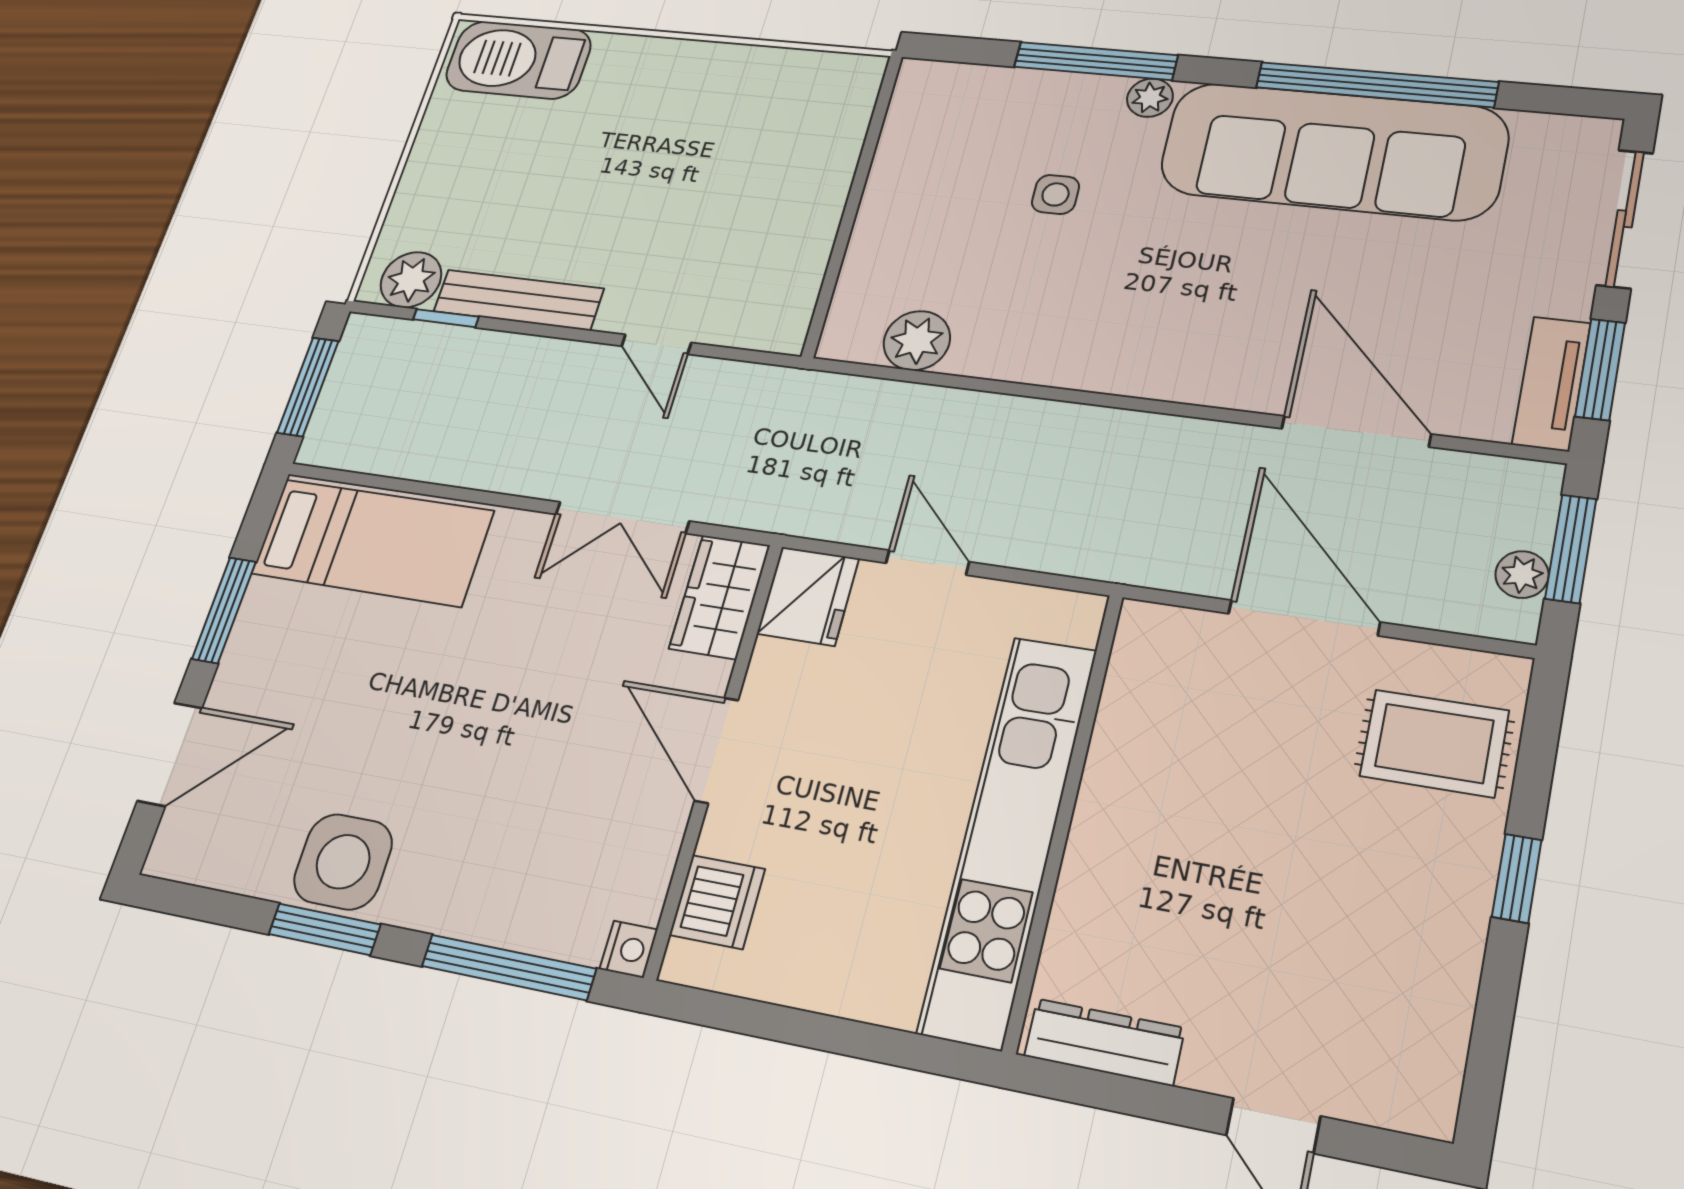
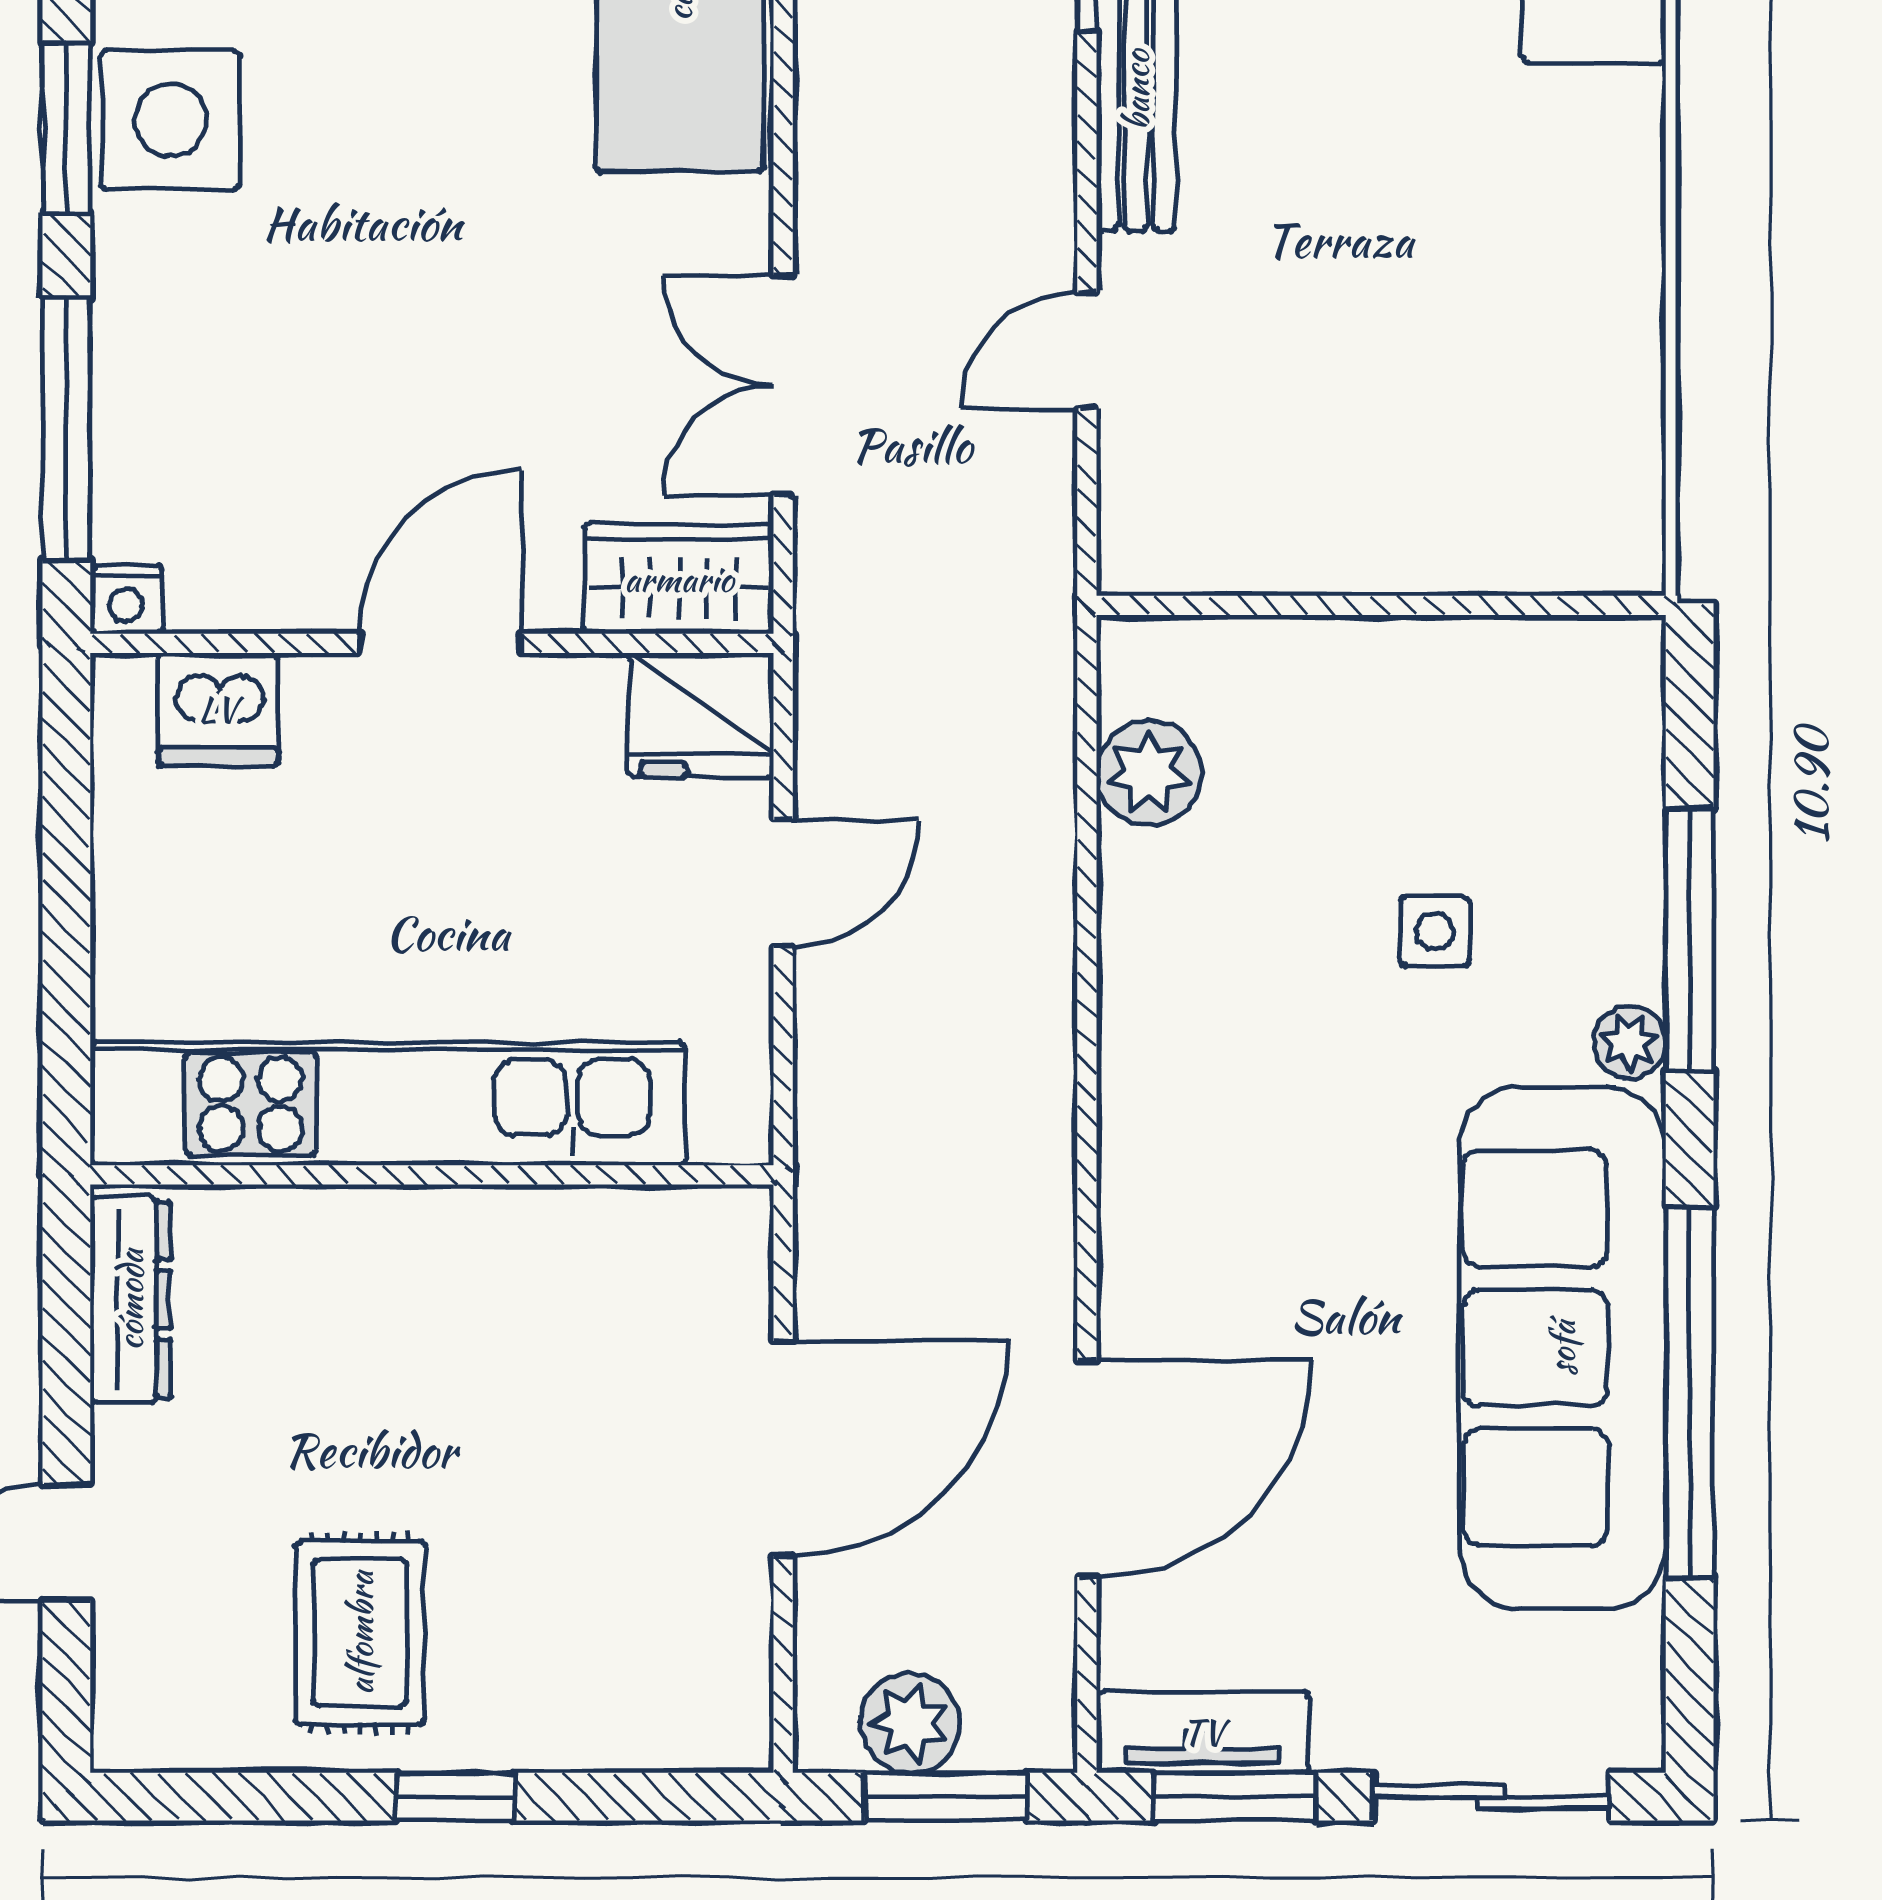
plant: (1522, 575) -> (910, 1723), width x1.38, depth x1.38
rug: (1434, 743) -> (360, 1633), moved

